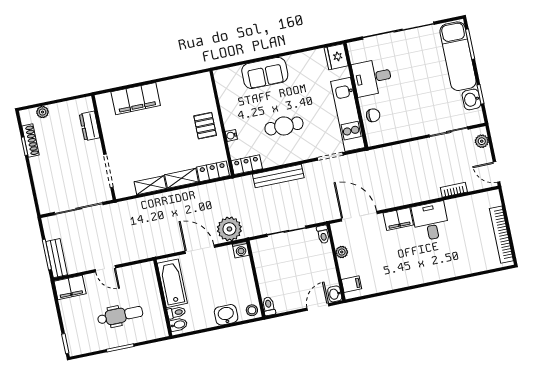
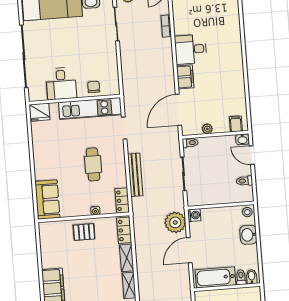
sofa: (265, 73) -> (47, 200), moved
toilet: (269, 306) -> (244, 181), moved

